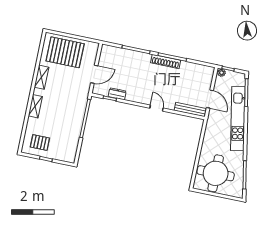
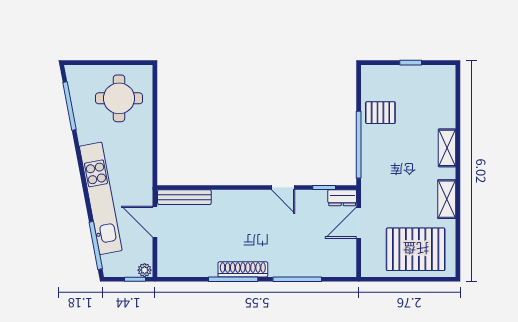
dresser: (117, 94) -> (342, 198), moved
door: (156, 108) -> (283, 187), moved
pallet: (40, 143) -> (380, 113), moved
round table: (216, 173) -> (119, 98), width x0.73, depth x0.73

